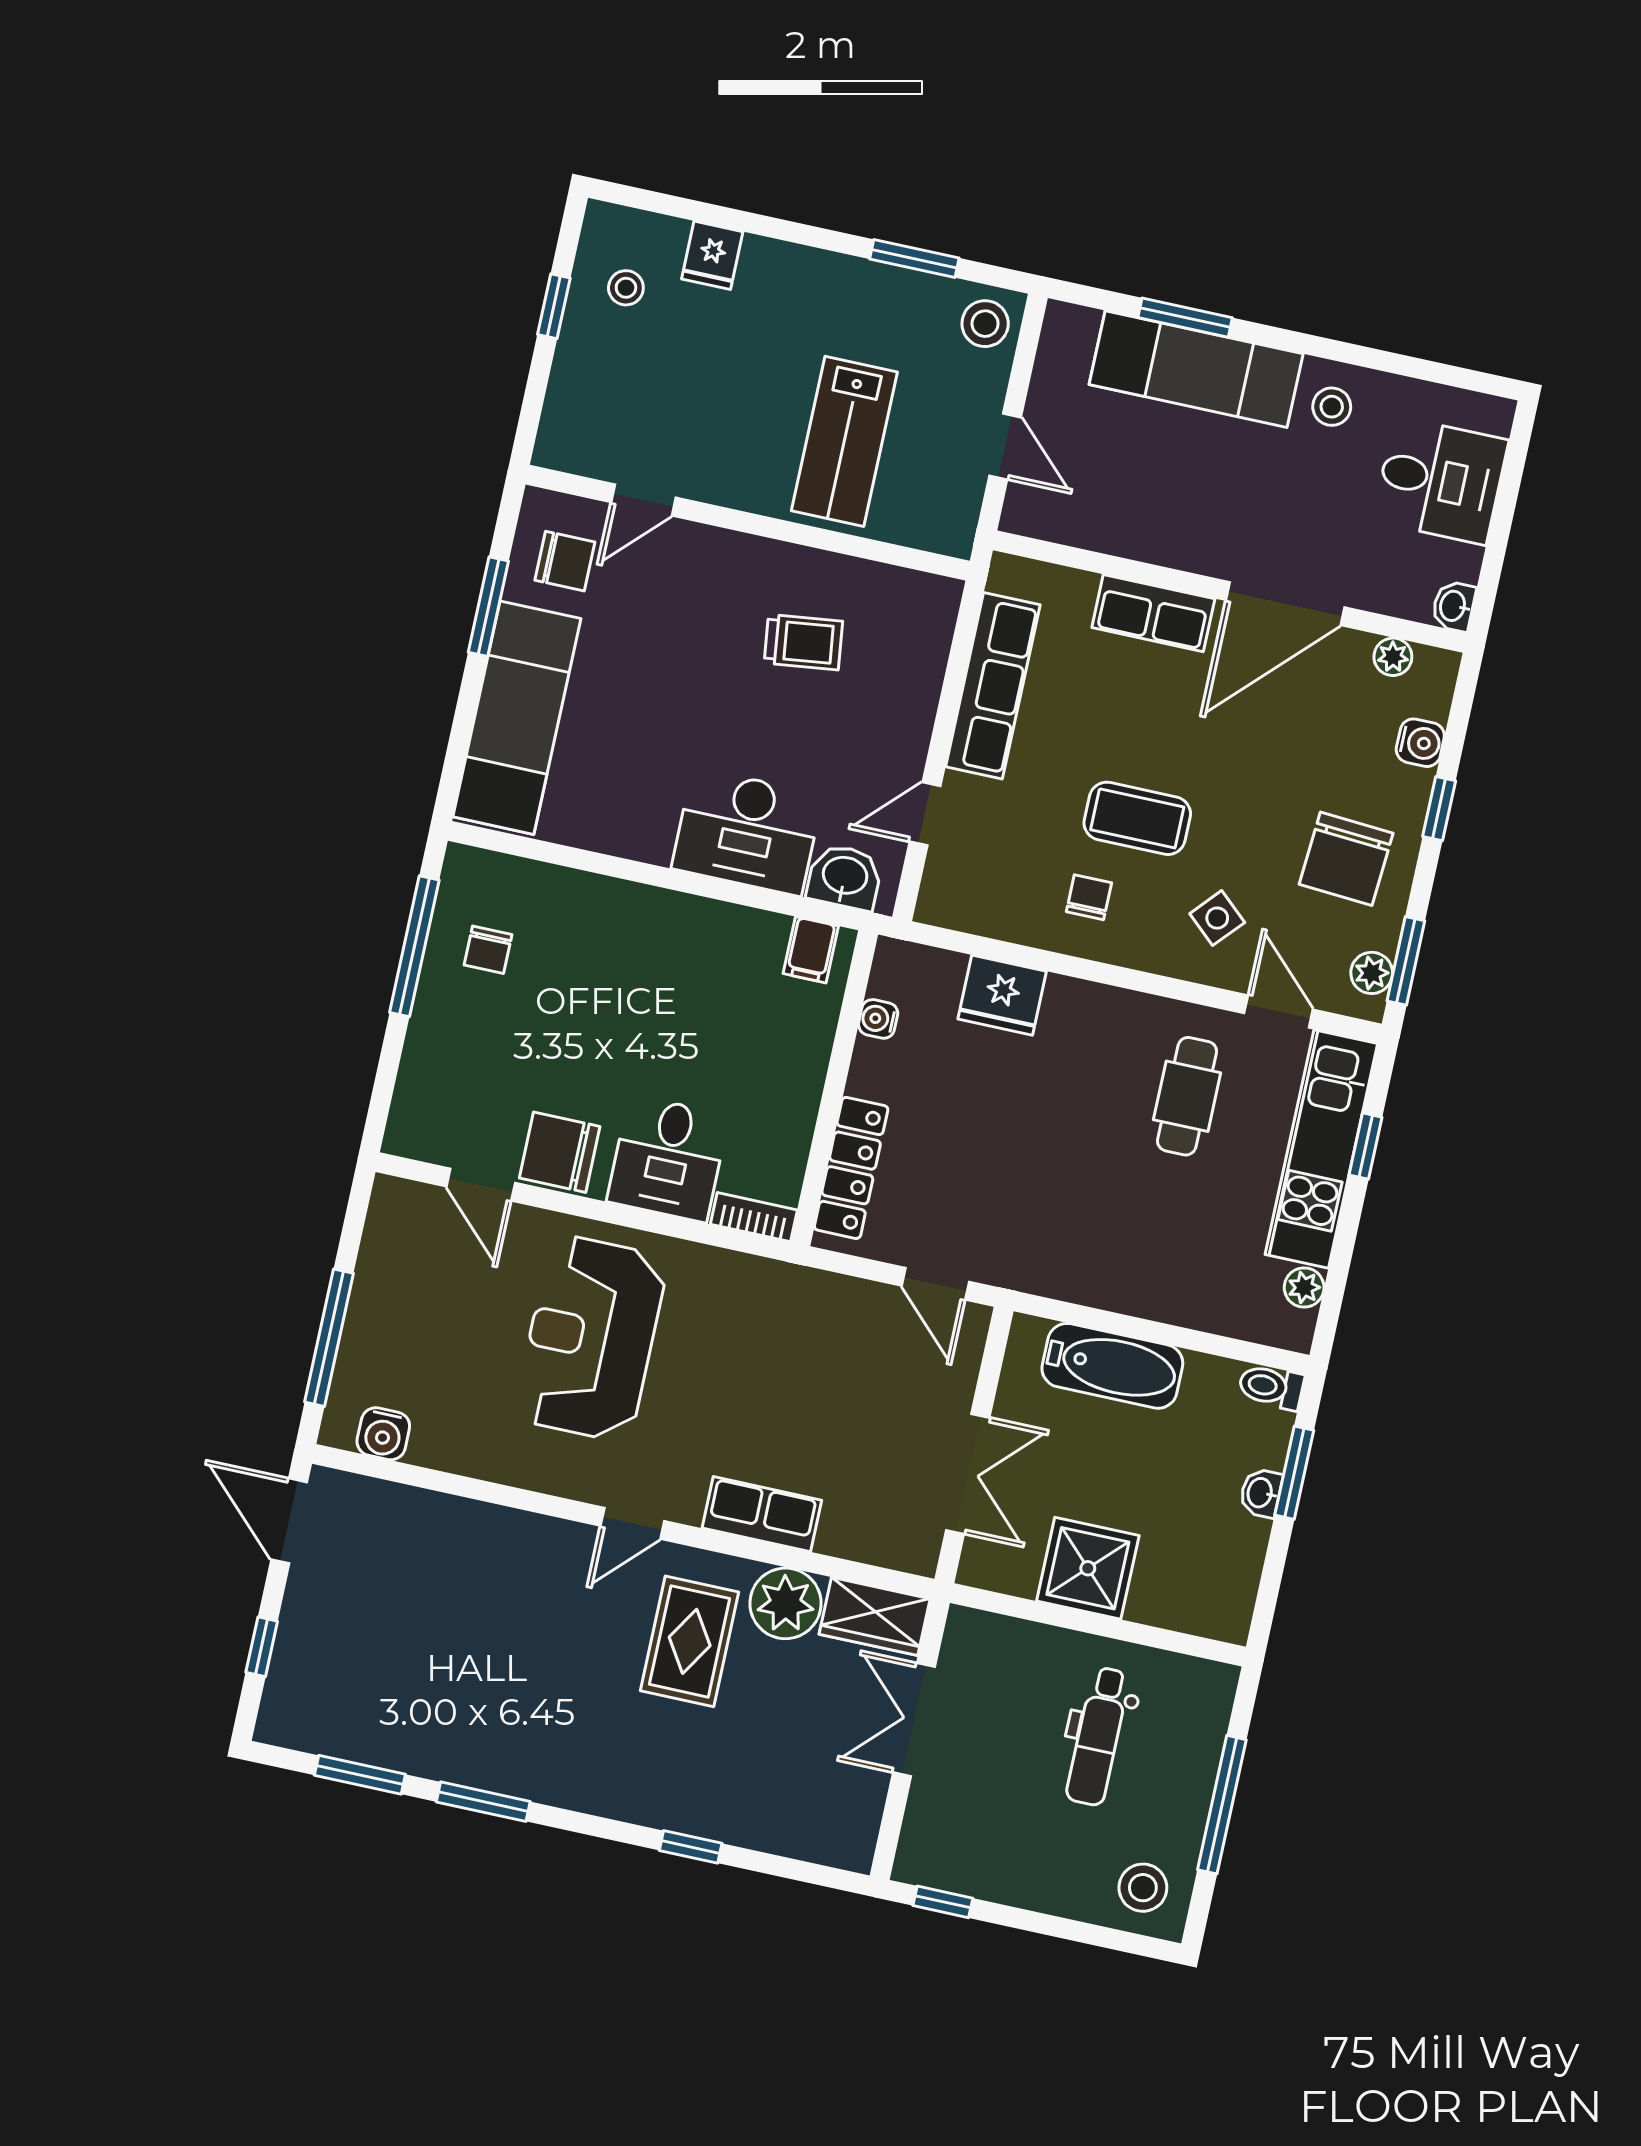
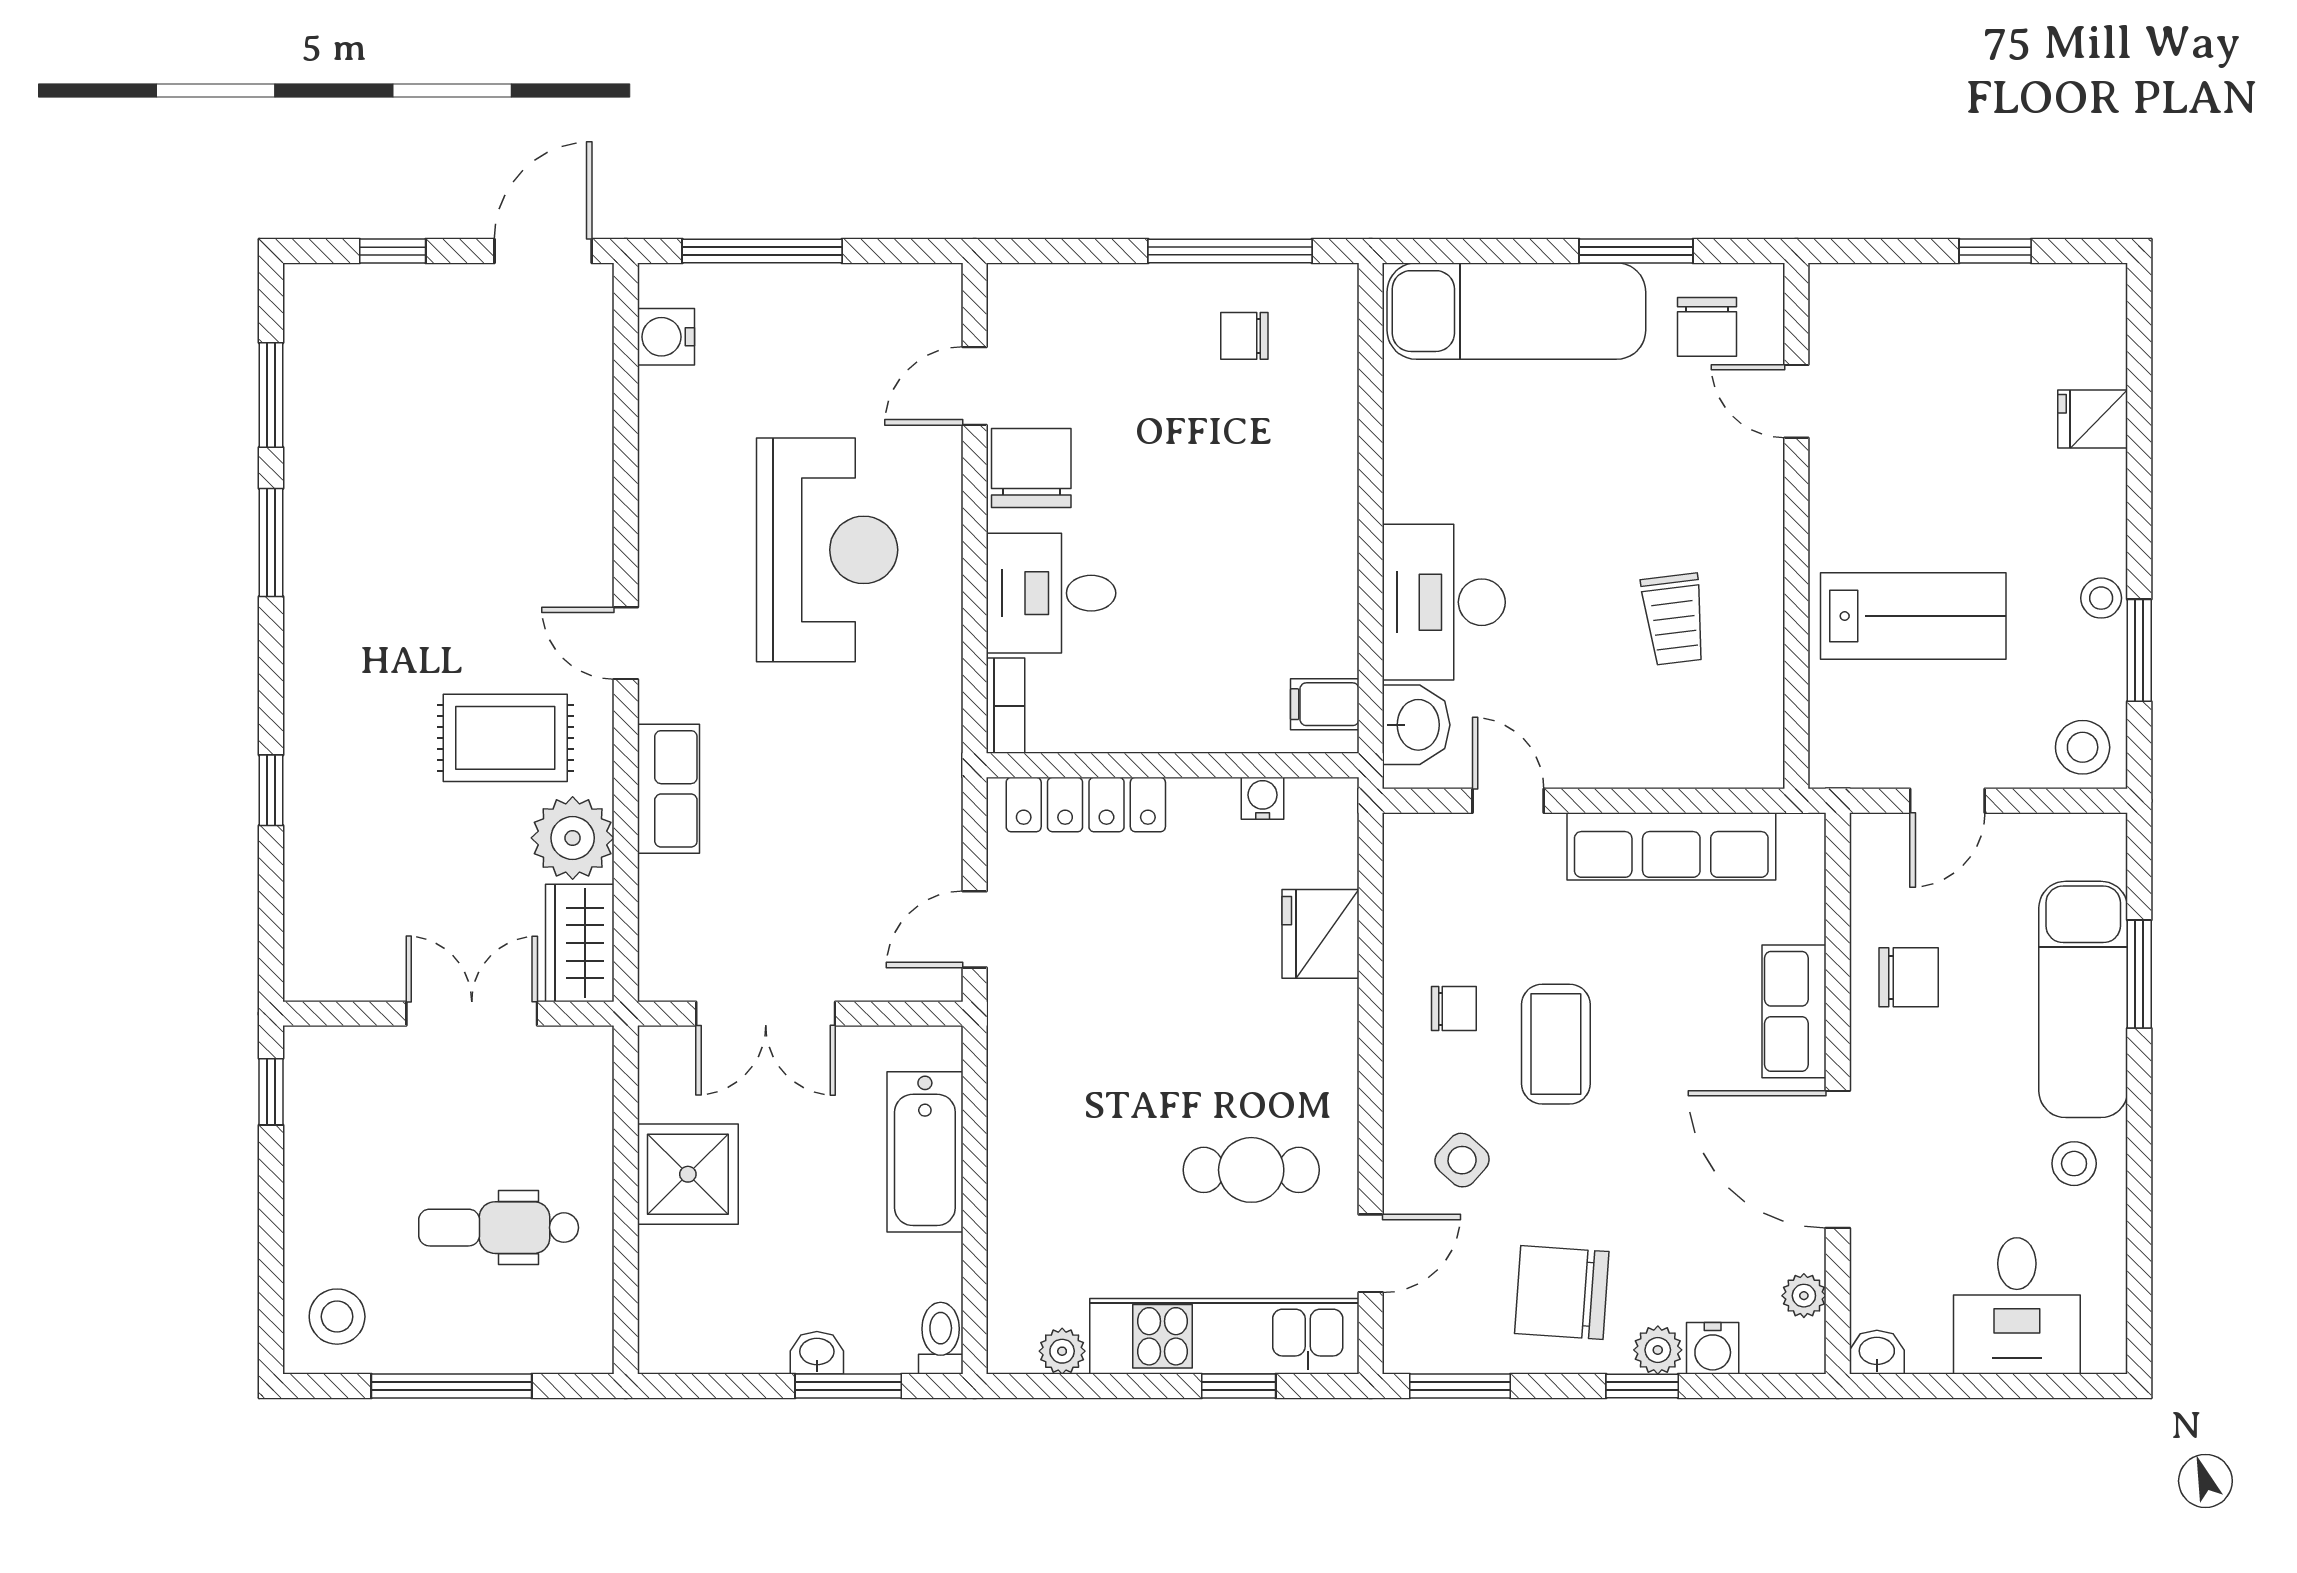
stool: (626, 288) -> (2101, 598), moved
lab bench: (844, 441) -> (1913, 616), turned 180
chair: (1146, 511) -> (1909, 977), added
plant: (1372, 973) -> (1658, 1350), moved
reception desk: (591, 1338) -> (827, 550), turned 90

